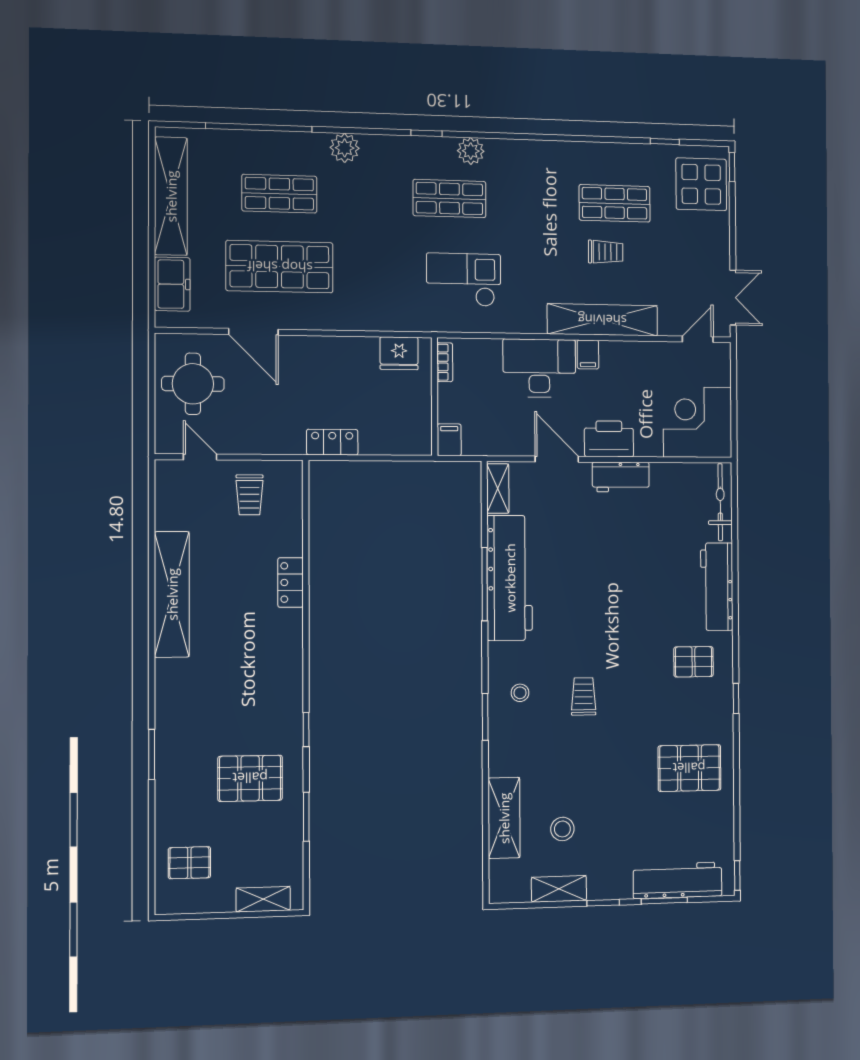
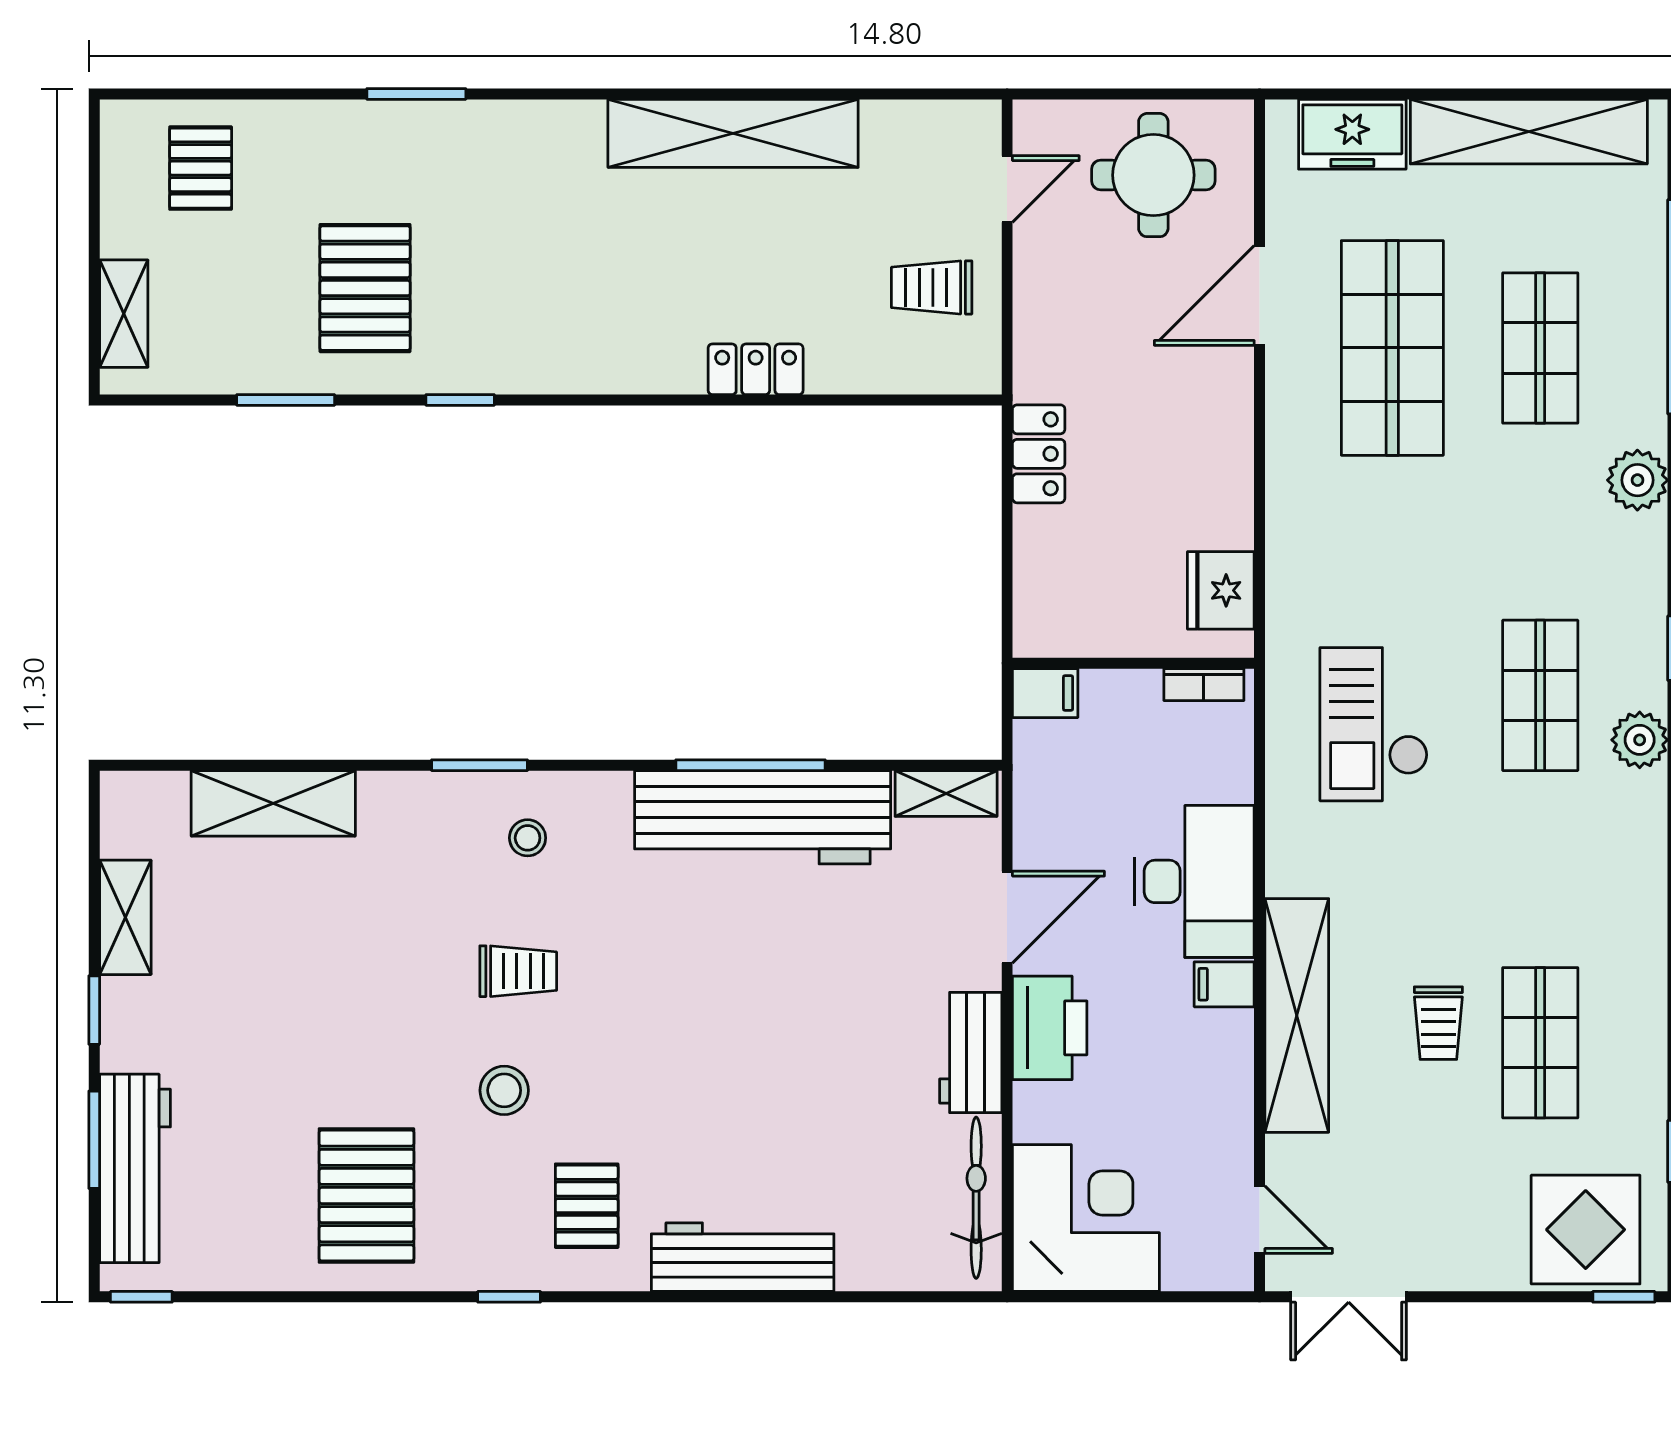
checkout: (464, 280) -> (1374, 724), turned 180
bicycle: (720, 502) -> (976, 1198), moved, turned -90
stool: (562, 829) -> (504, 1090), moved

